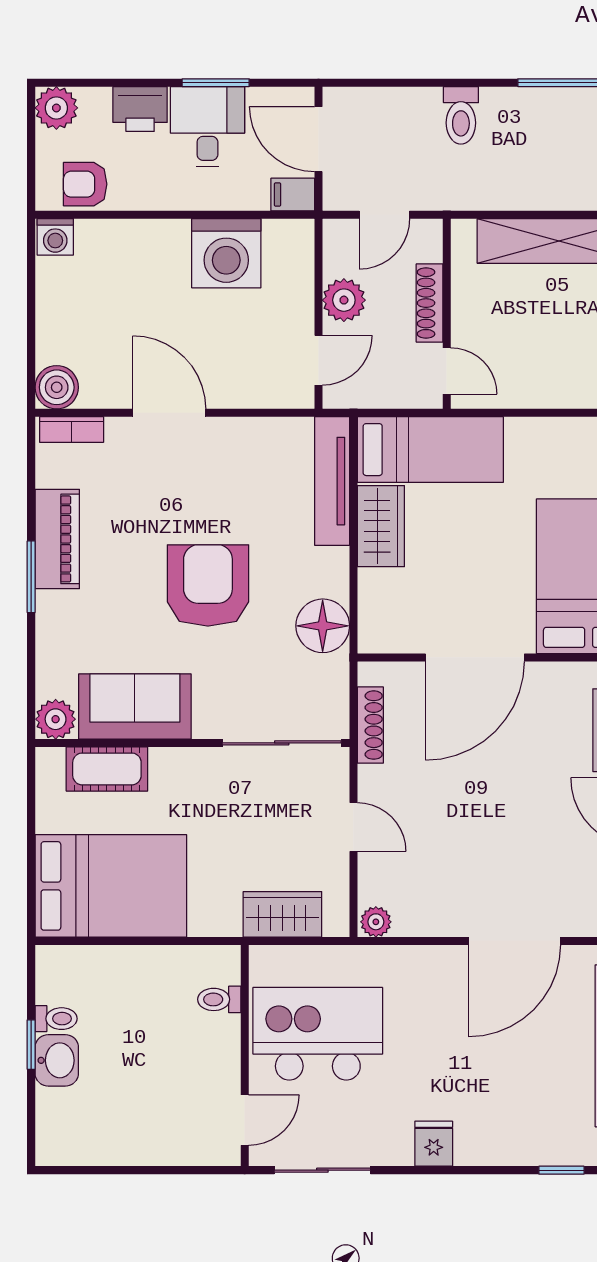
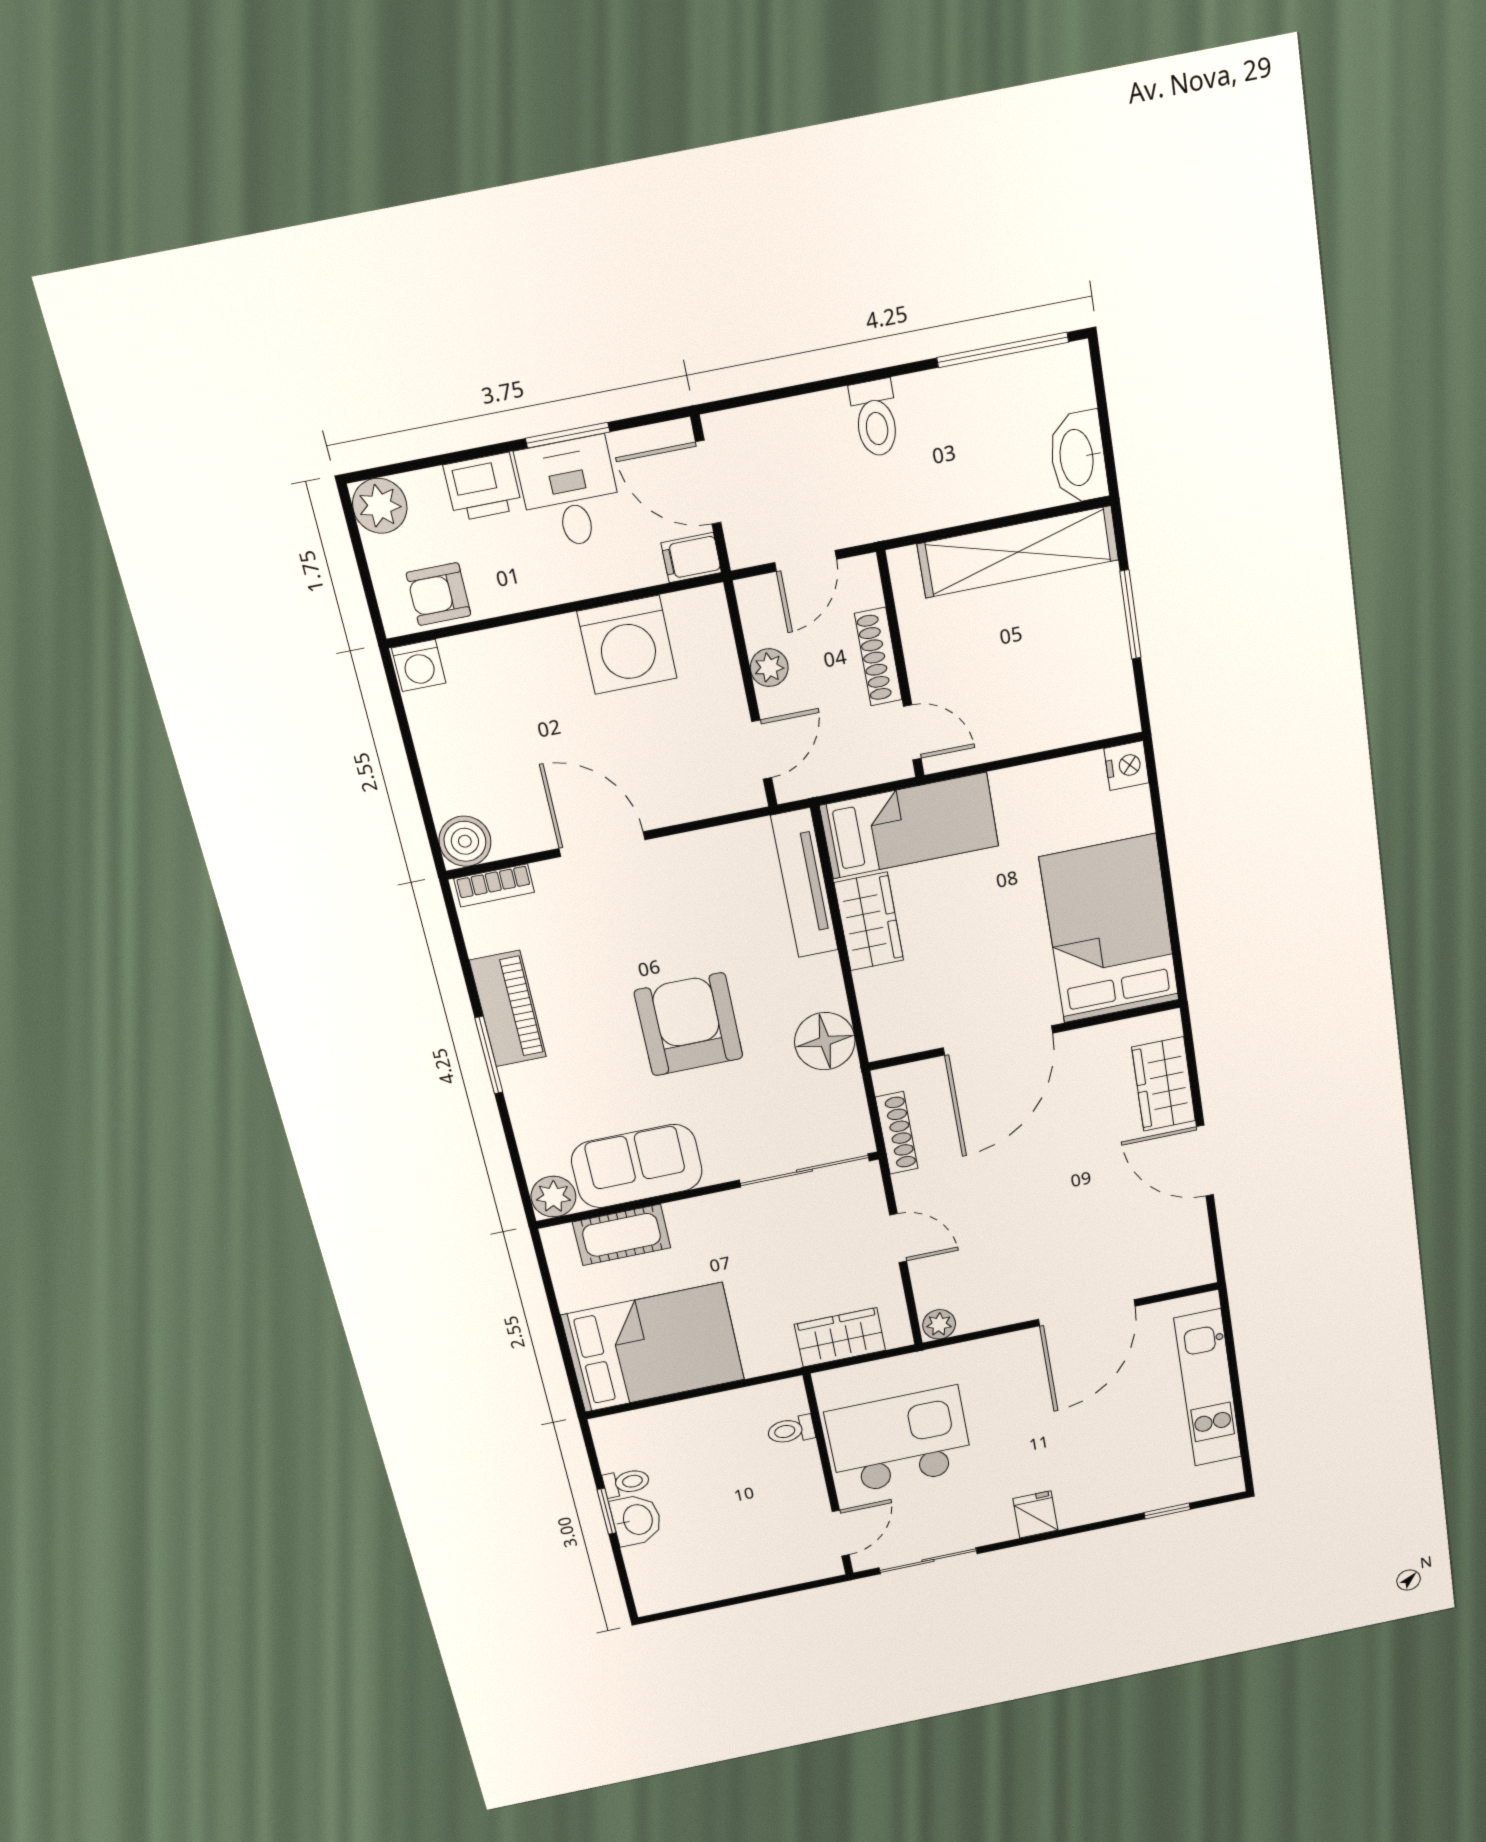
plant: (344, 300) -> (769, 668), width x0.73, depth x0.73

